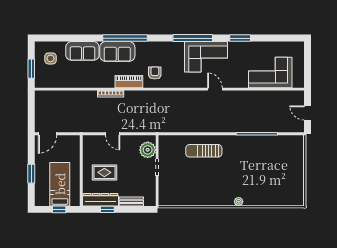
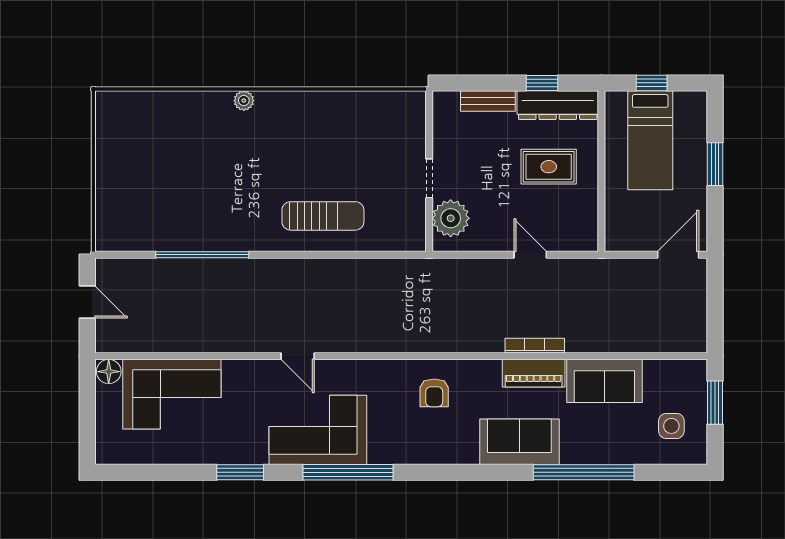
window: (125, 38) -> (584, 472), moved
sofa: (82, 51) -> (604, 381), moved, turned 180
piano: (129, 82) -> (534, 373), moved
floor lamp: (298, 82) -> (109, 372), added

